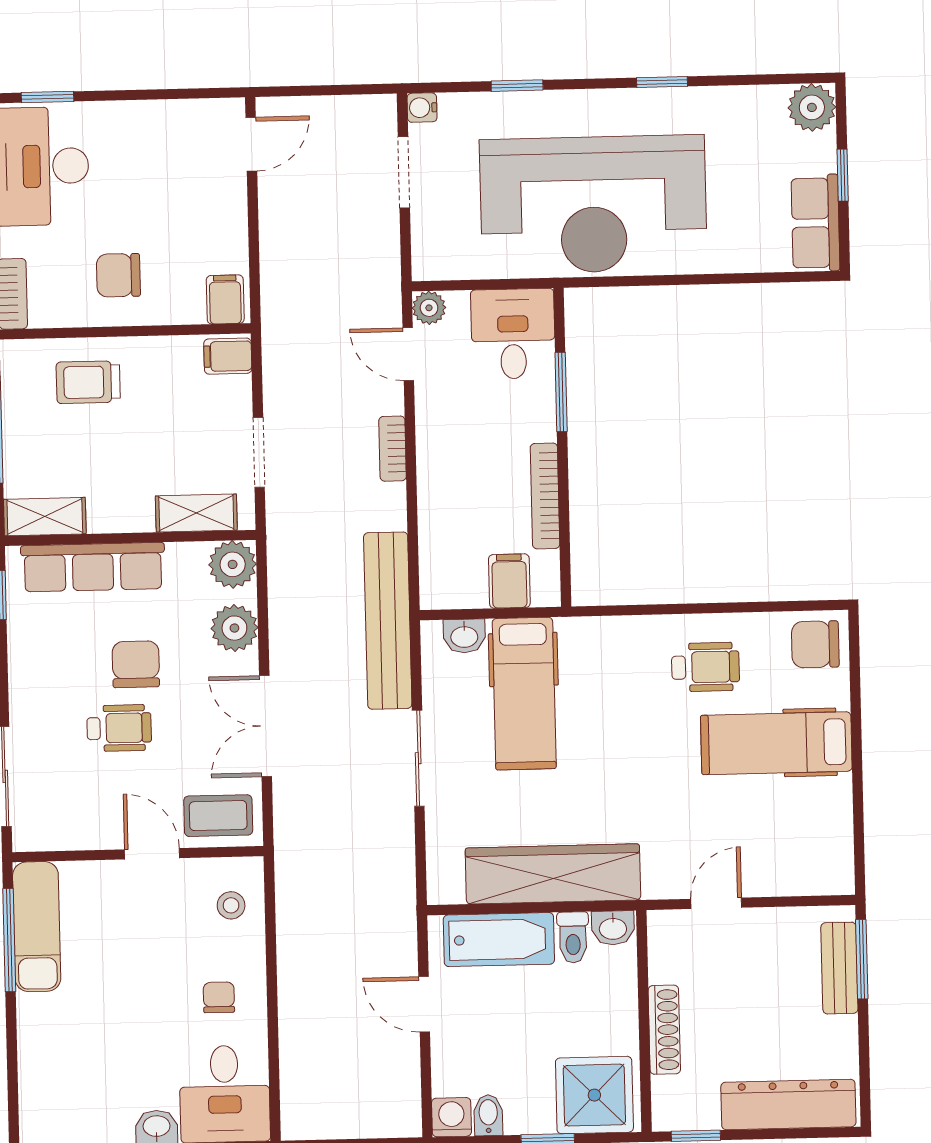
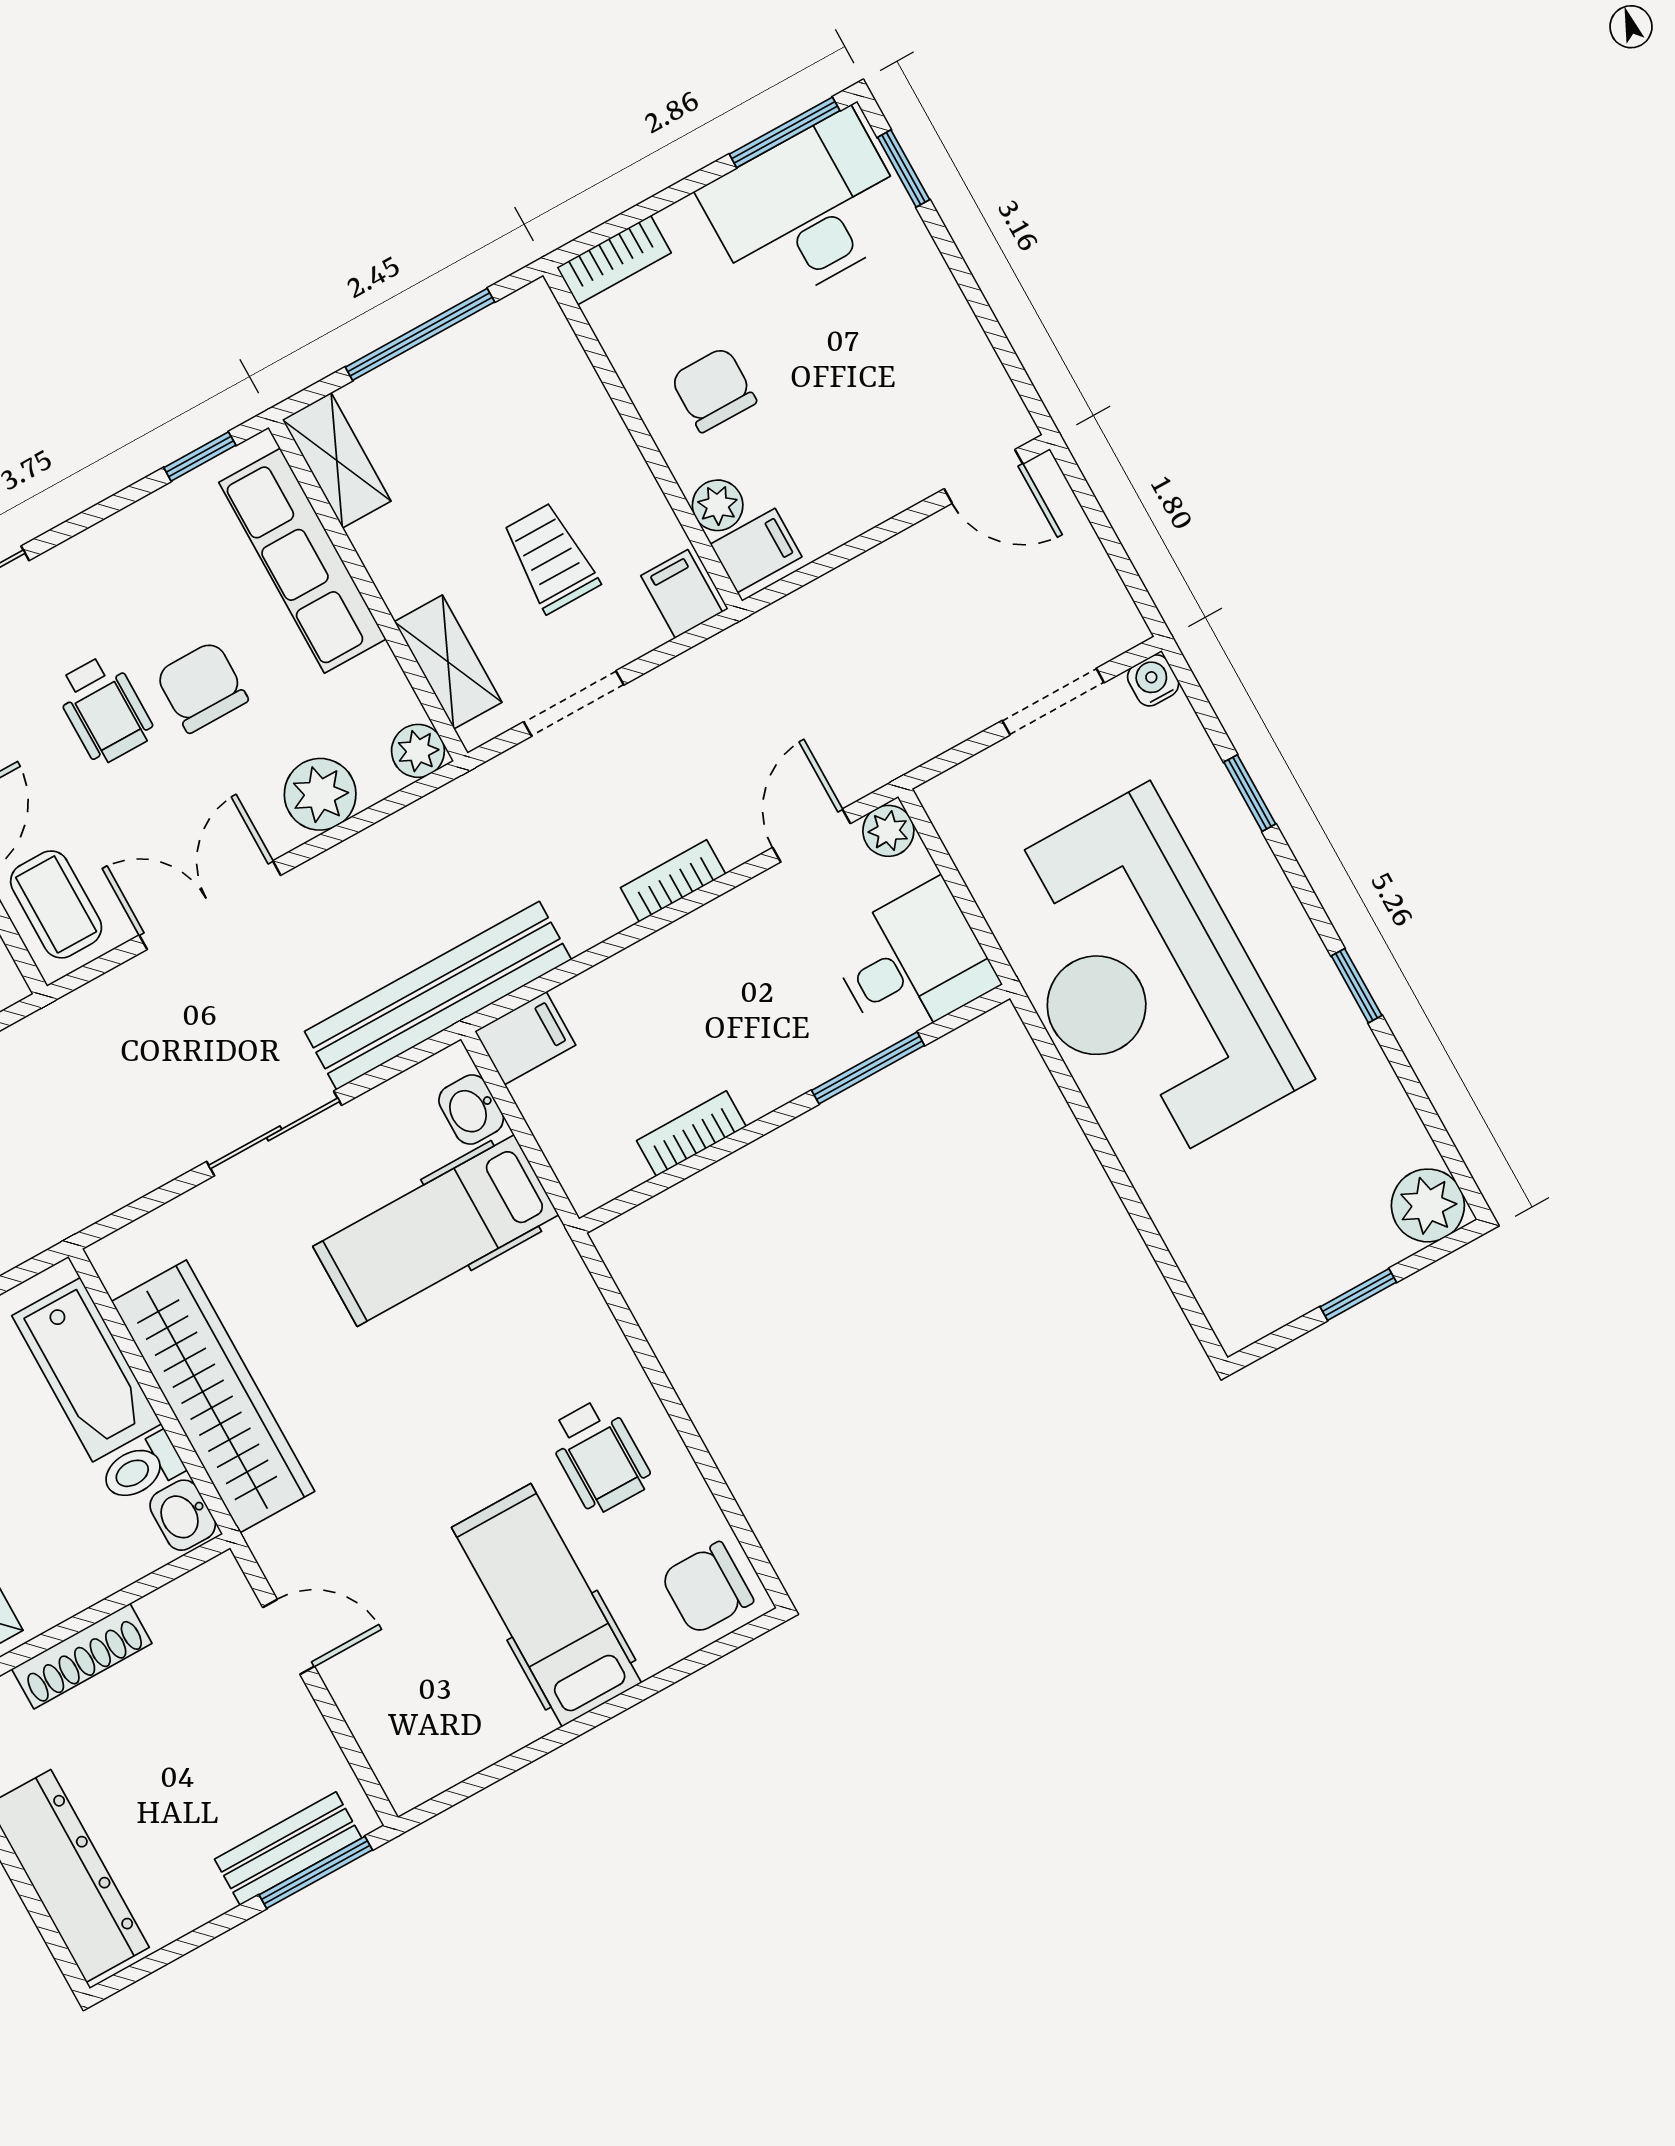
row of seats: (815, 223) -> (1275, 1292), removed
plant: (187, 308) -> (718, 505), added
trolley: (88, 382) -> (551, 558), moved
bookcase: (545, 496) -> (691, 1134), width x0.64
plant: (233, 564) -> (418, 751), width x0.73, depth x0.73
filing cabinet: (509, 581) -> (525, 1038), moved
chair: (815, 644) -> (707, 1588), turned -90
chair: (136, 664) -> (202, 687), turned -90

